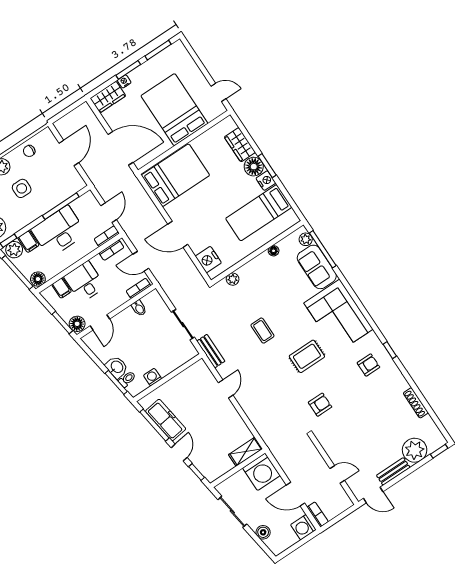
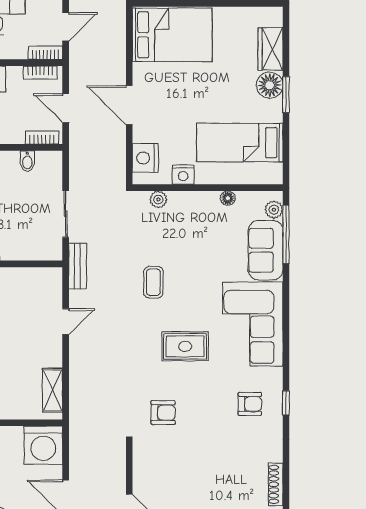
nightstand: (266, 181) -> (183, 175), moved, turned 90
shelving: (246, 452) -> (53, 390), moved, turned 90

